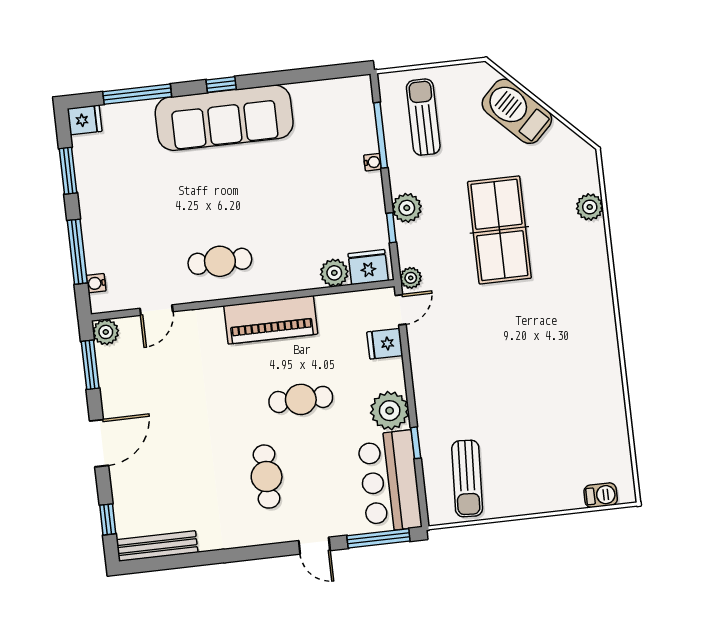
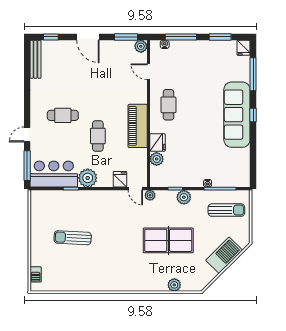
fridge: (368, 267) -> (158, 142), moved
sun lounger: (467, 478) -> (73, 238), moved

